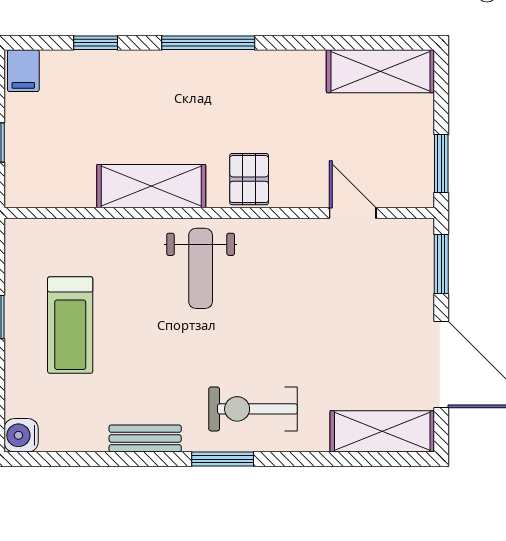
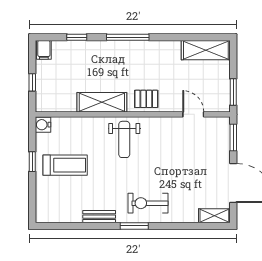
pallet: (249, 179) -> (146, 99), turned 90
treadmill: (70, 325) -> (65, 165), turned -90
shelving: (382, 431) -> (214, 216), width x0.67, depth x0.75
water cooler: (21, 435) -> (43, 125), moved

